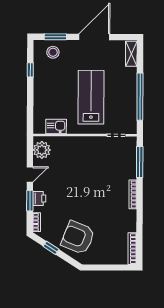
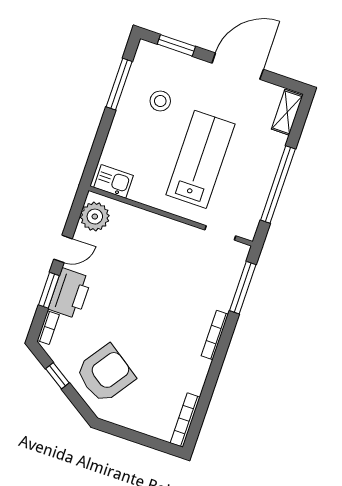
stool: (53, 52) -> (160, 101), moved
window: (30, 70) -> (119, 84), width x2.17
kitchen sink: (56, 126) -> (113, 181), moved
printer: (39, 198) -> (70, 293), width x1.87, depth x1.48
armchair: (78, 237) -> (105, 374), turned 103

